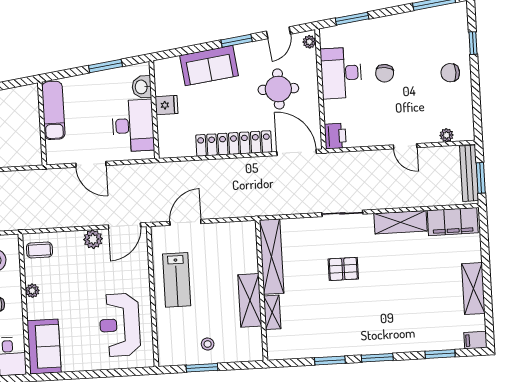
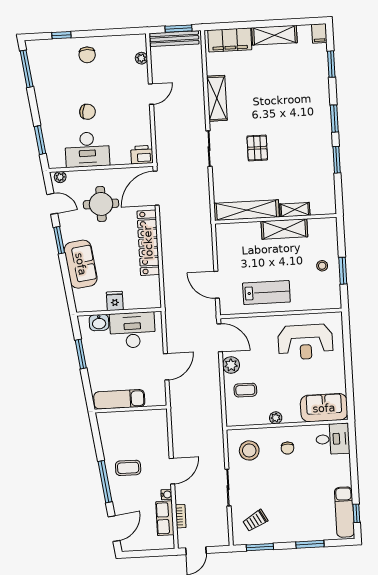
filing cabinet: (453, 222) -> (230, 40), moved, turned 90
coffee table: (39, 250) -> (245, 390), moved, turned 90

